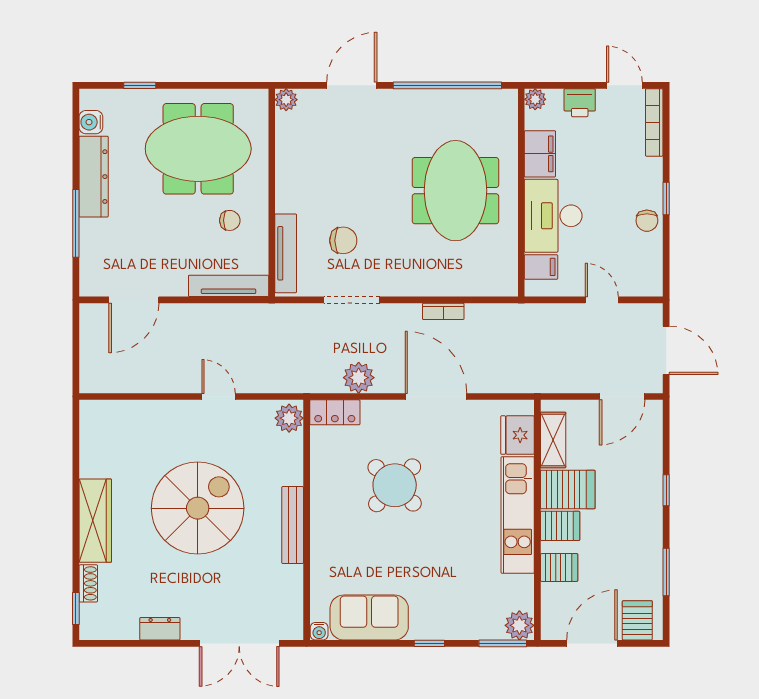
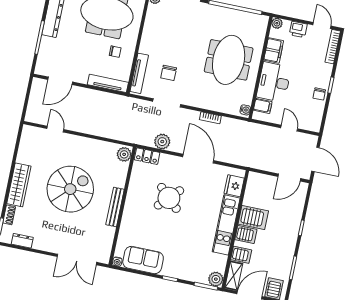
chair: (343, 240) -> (169, 73), turned 90
water cooler: (508, 282) -> (245, 110), added
door: (219, 396) -> (55, 129), moved
shelving: (553, 440) -> (234, 276), moved
dresser: (160, 629) -> (22, 241), moved

